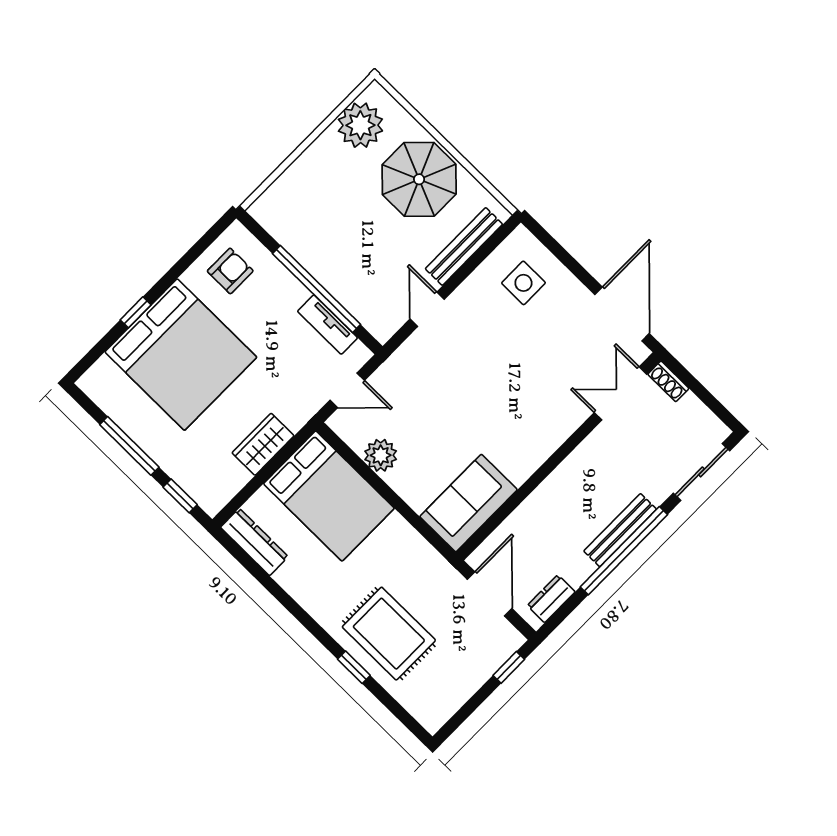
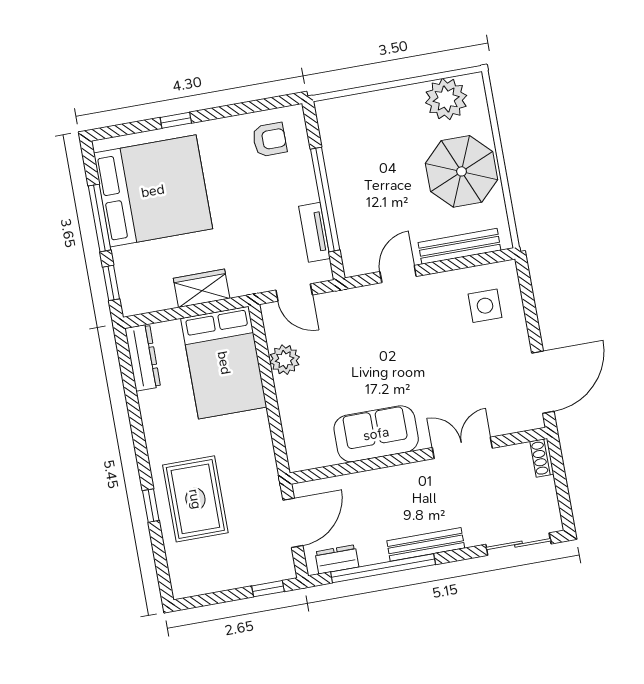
bed: (181, 355) -> (153, 191), moved, turned -90
double door: (620, 393) -> (462, 448), moved
sofa: (468, 503) -> (376, 434), moved
window: (624, 551) -> (383, 568), moved

